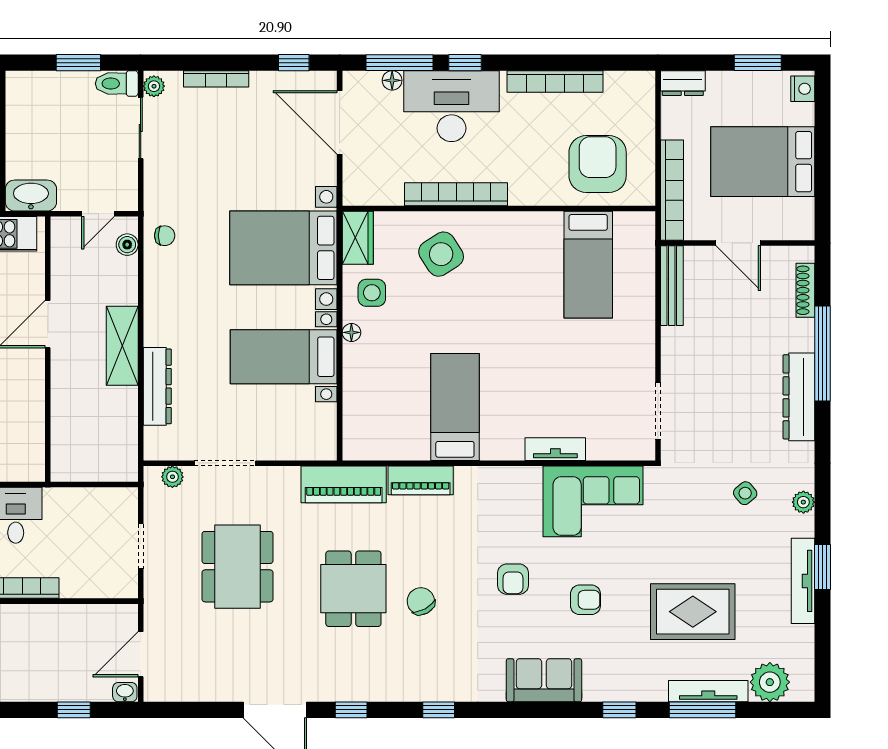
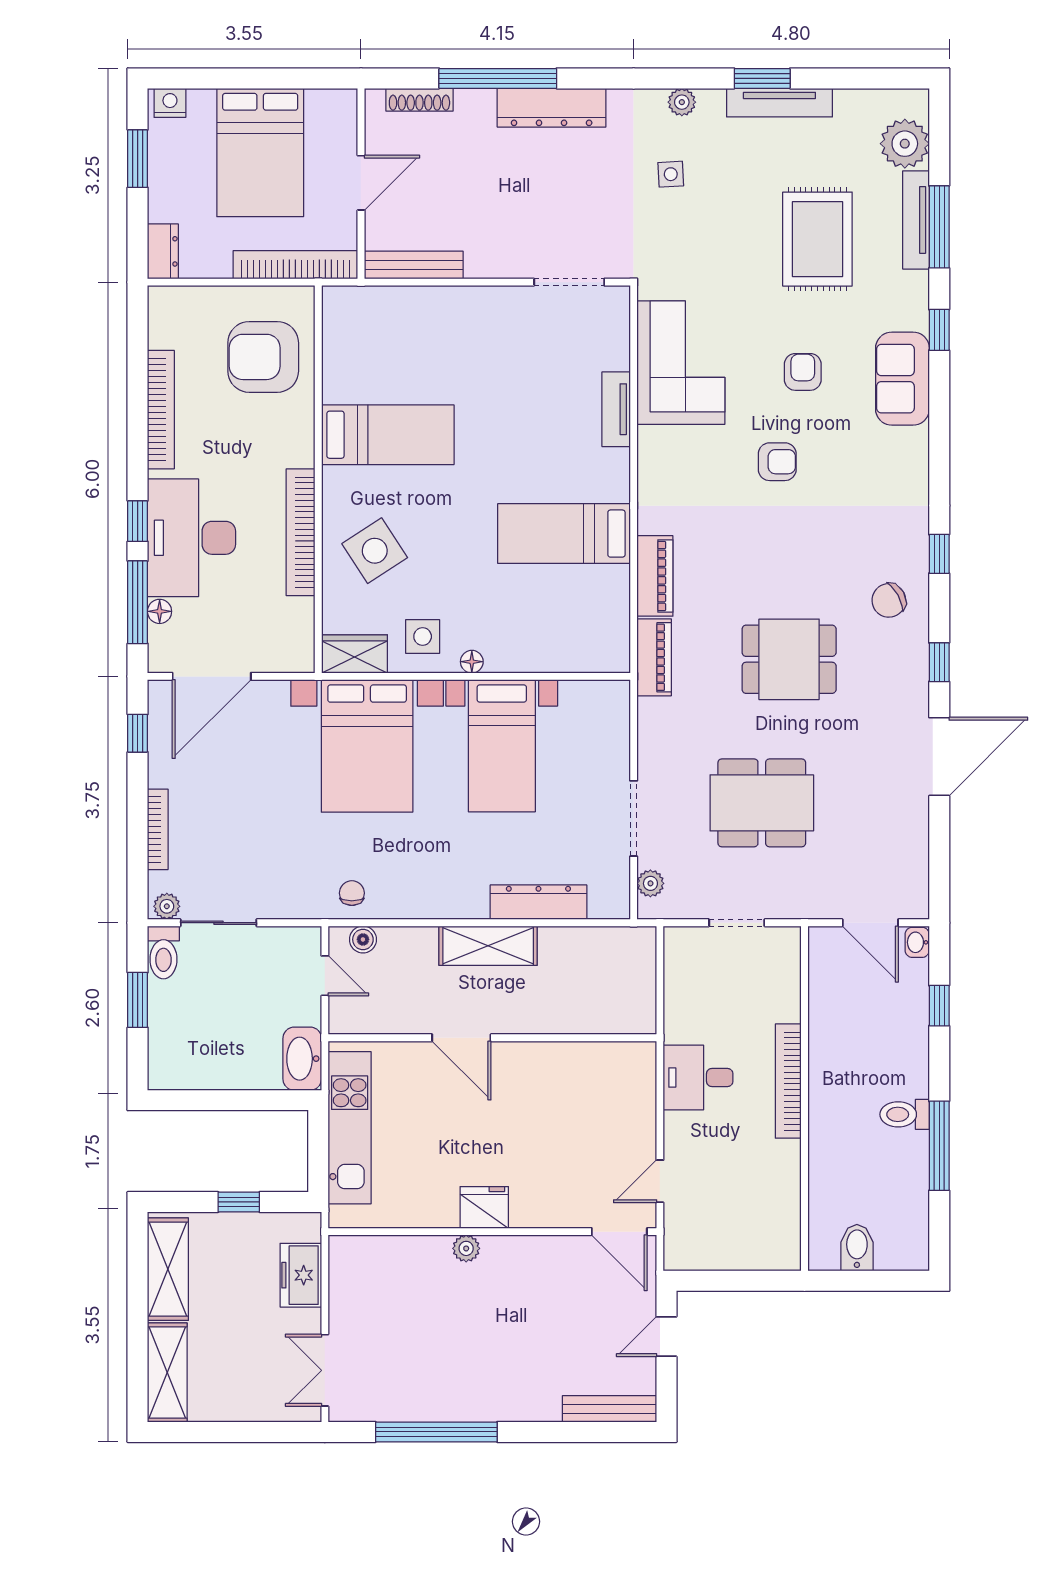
bed: (588, 265) -> (388, 435), moved
piano: (344, 484) -> (654, 657), width x0.73, depth x0.75
side table: (745, 493) -> (671, 174), turned 37
chair: (421, 601) -> (889, 600), moved
sofa: (544, 680) -> (902, 379), moved

